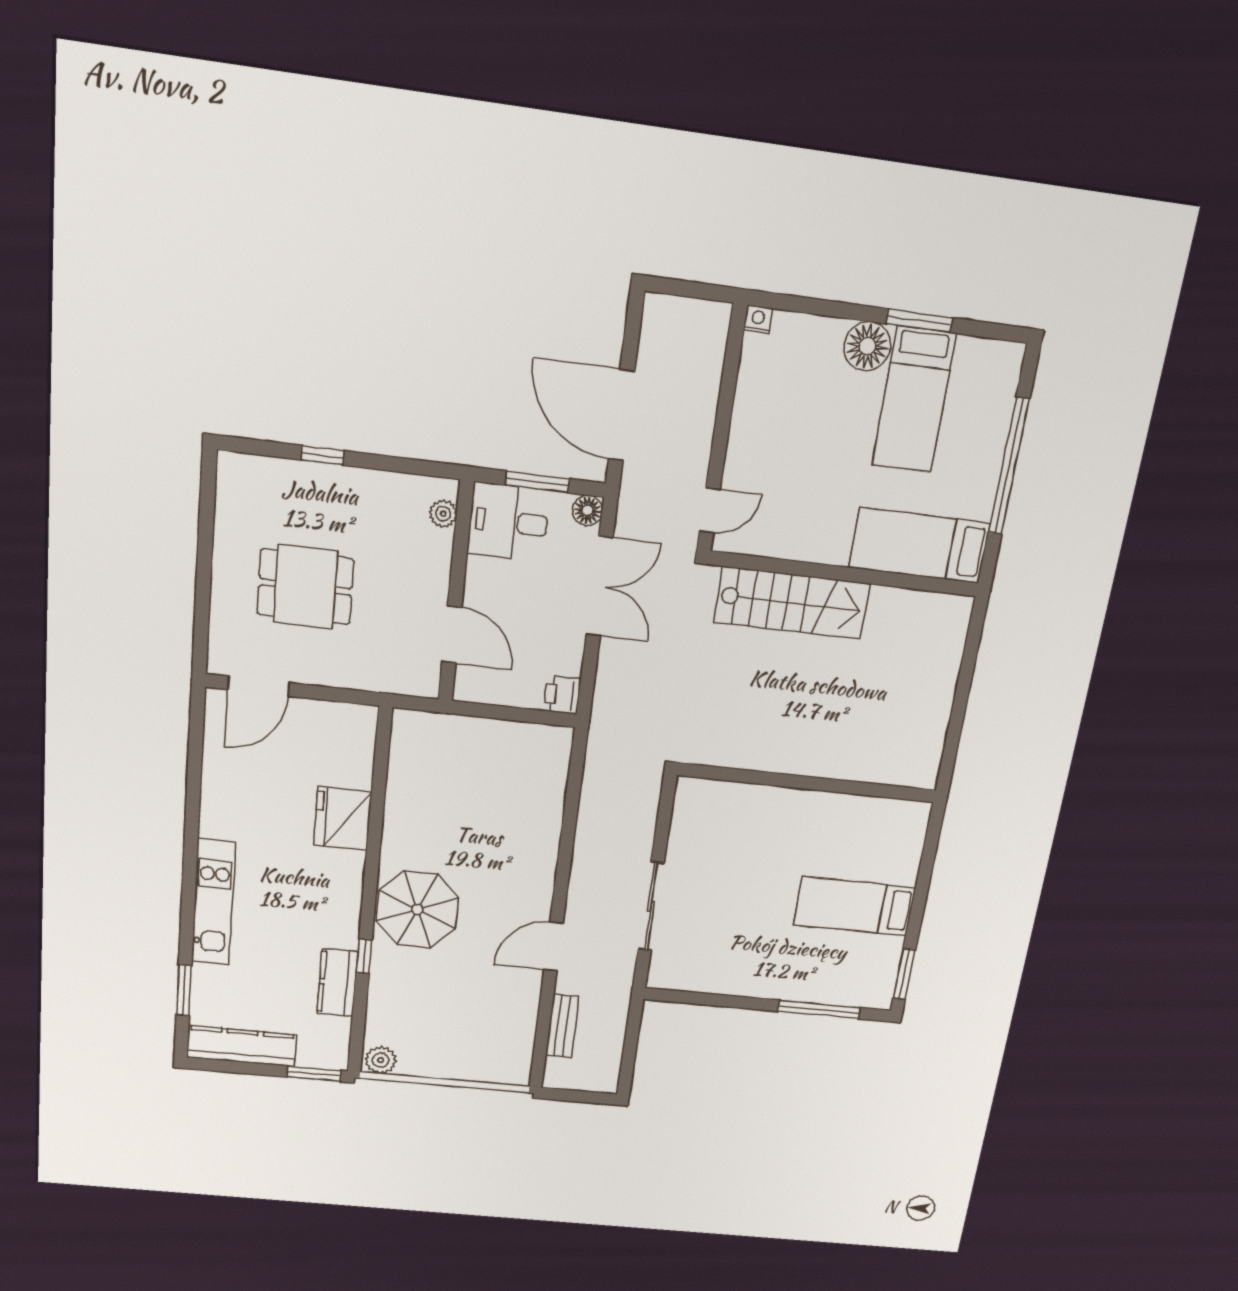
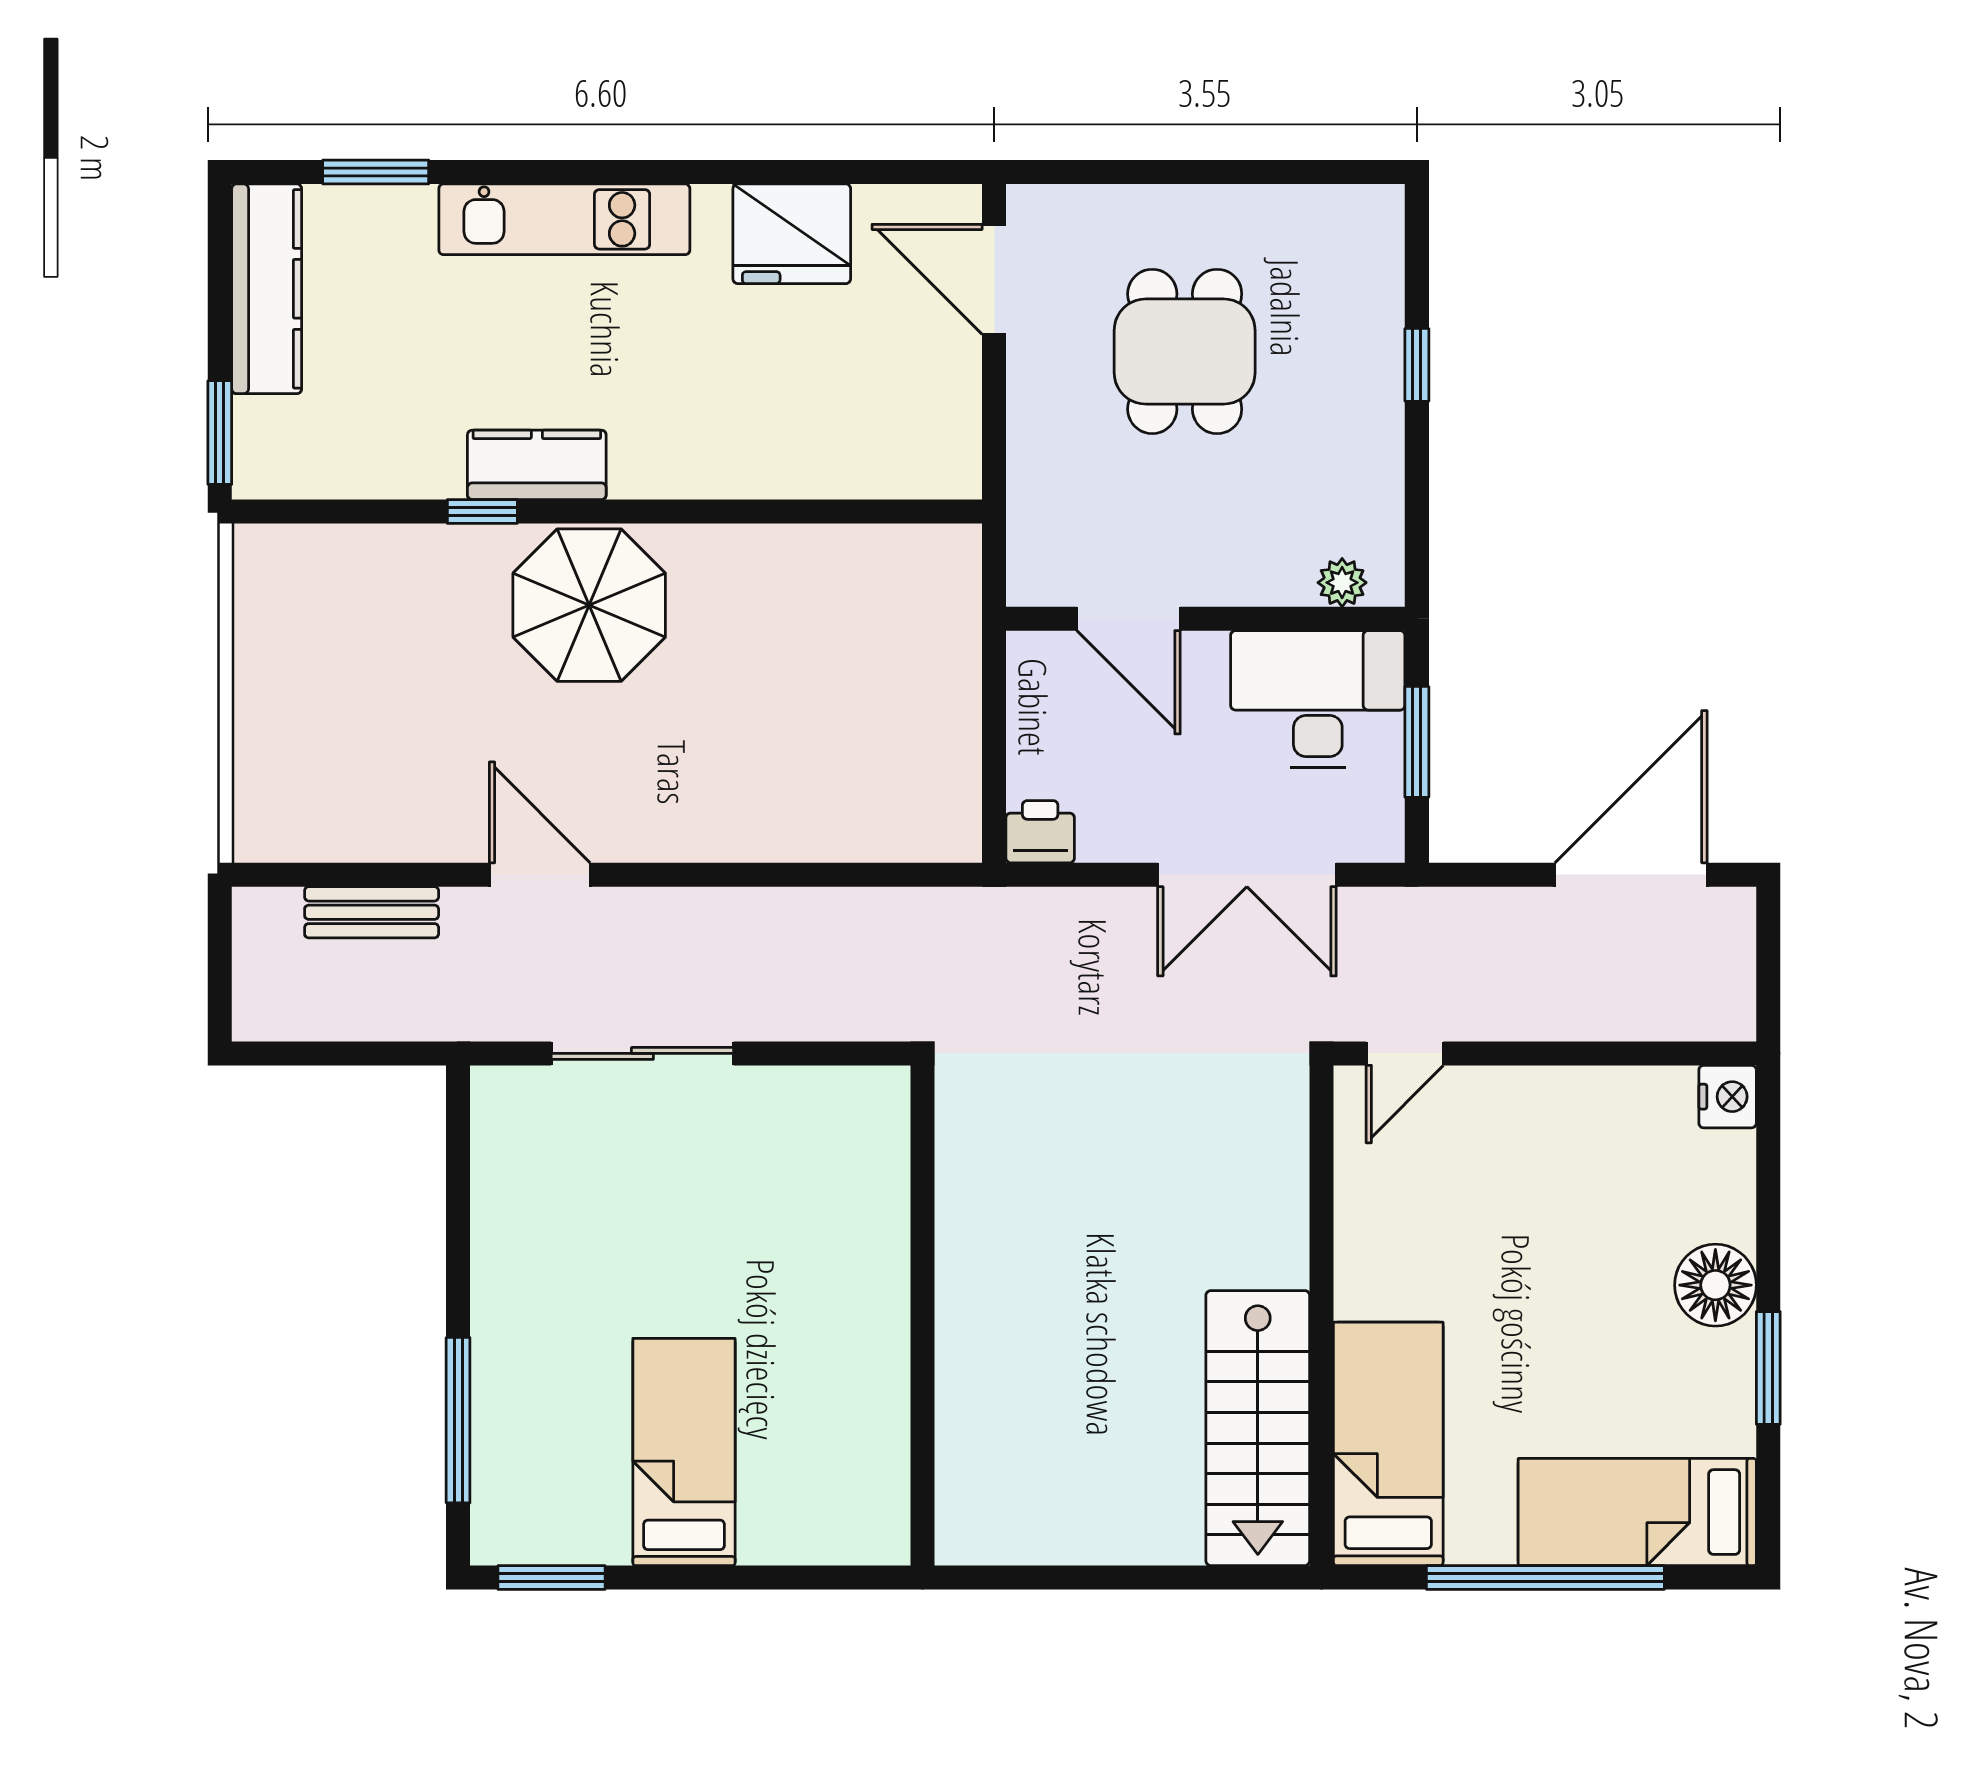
nightstand: (758, 319) -> (1728, 1097), width x1.39, depth x1.35
bed: (914, 400) -> (1637, 1512), moved
door: (621, 415) -> (1631, 875), moved
floor lamp: (588, 510) -> (1378, 836), removed
door: (710, 510) -> (1405, 1053), hinge flipped
desk: (509, 522) -> (1318, 699), width x1.37
stairs: (792, 603) -> (1258, 1428), moved
door: (452, 635) -> (1128, 619), hinge flipped
fridge: (343, 819) -> (792, 234), moved, turned 180
kitchen counter: (338, 983) -> (537, 465), moved
plant: (381, 1060) -> (262, 562), removed

